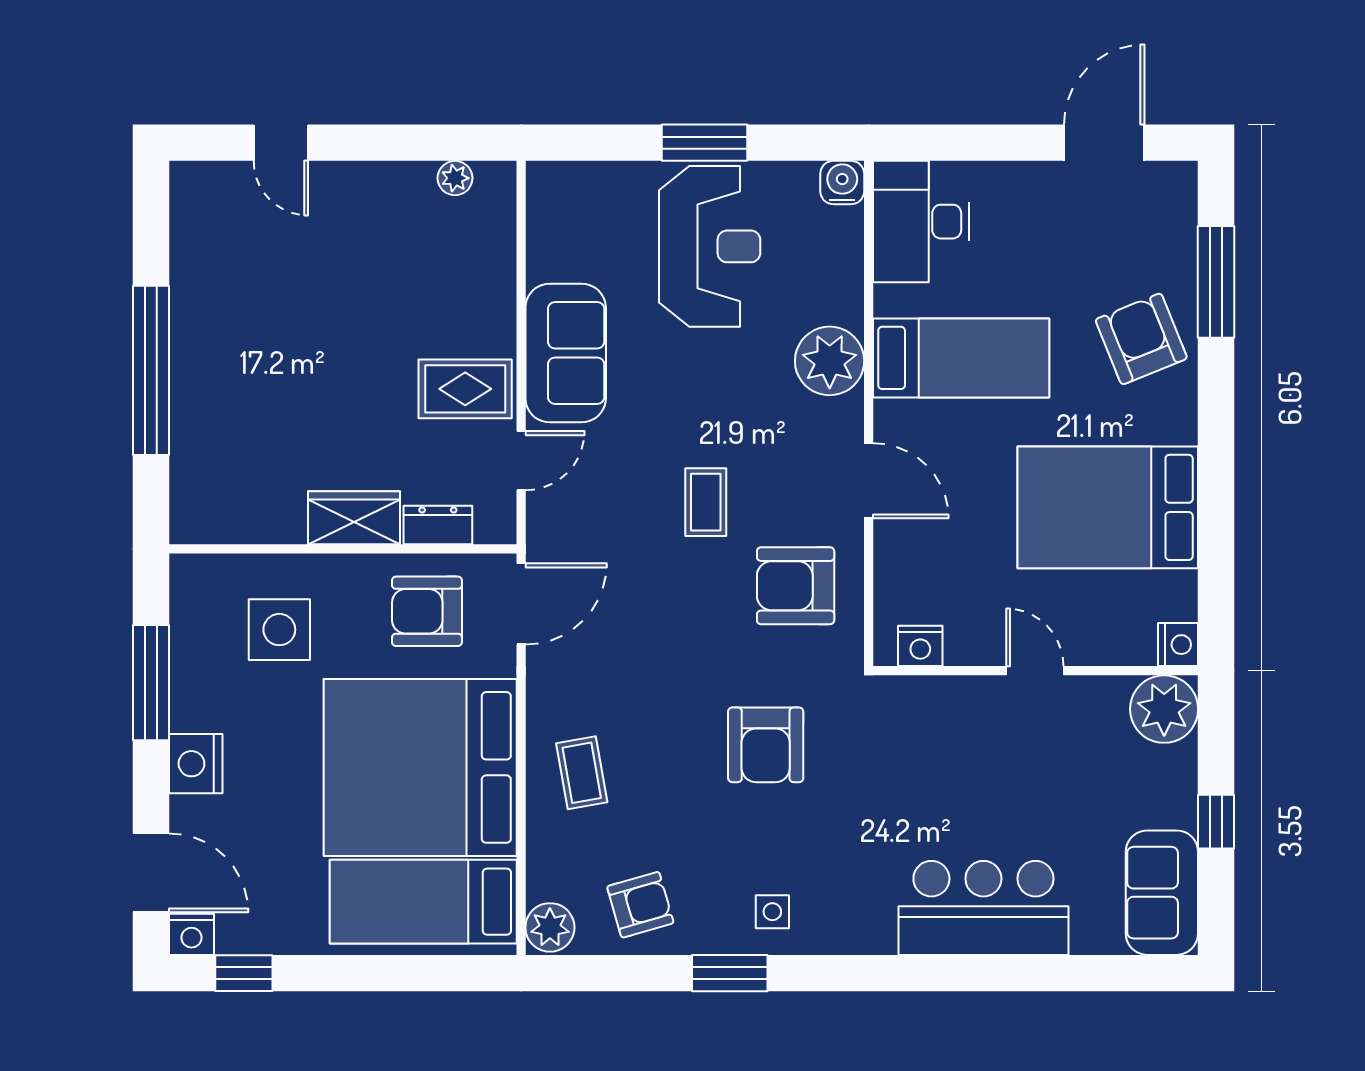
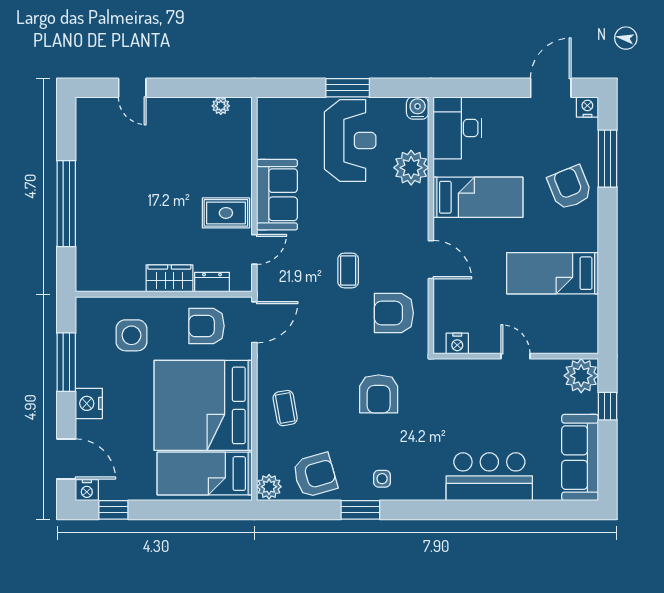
plant: (830, 361) -> (411, 168), moved
bed: (1108, 507) -> (553, 273), width x0.67
nightstand: (1178, 645) -> (587, 107), moved, turned -90
window: (1216, 822) -> (608, 406), moved
sofa: (1162, 893) -> (580, 458), width x1.36
armchair: (640, 905) -> (315, 475), width x1.38, depth x1.38

